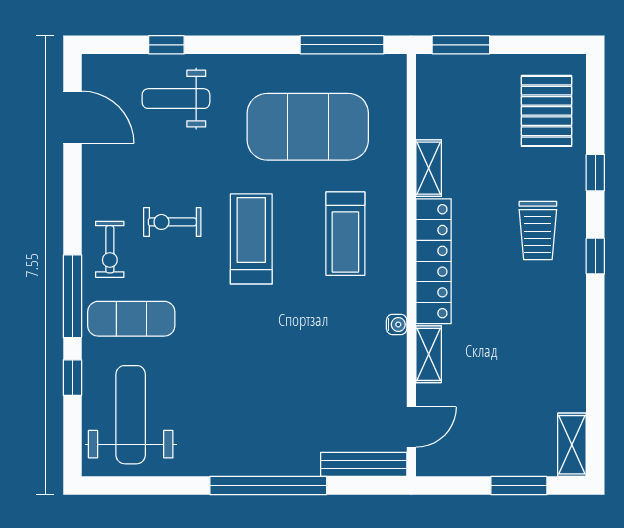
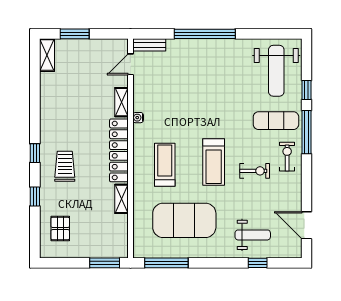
pallet: (546, 111) -> (60, 229), width x0.67, depth x0.71
bench: (364, 464) -> (149, 45), width x0.73

